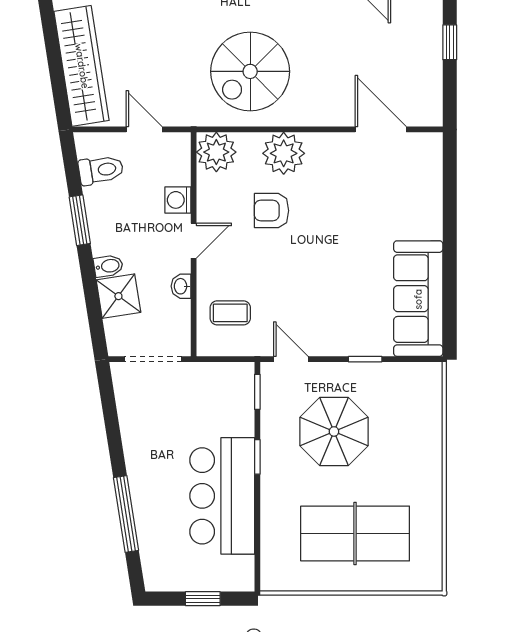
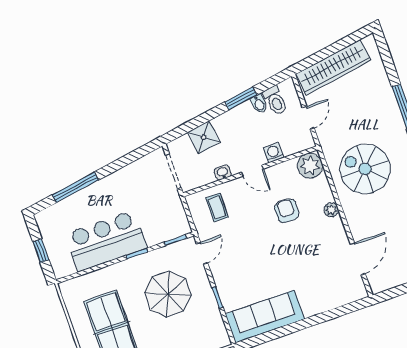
plant: (284, 153) -> (331, 210), width x0.53, depth x0.53
bidet: (108, 266) -> (259, 104), moved

